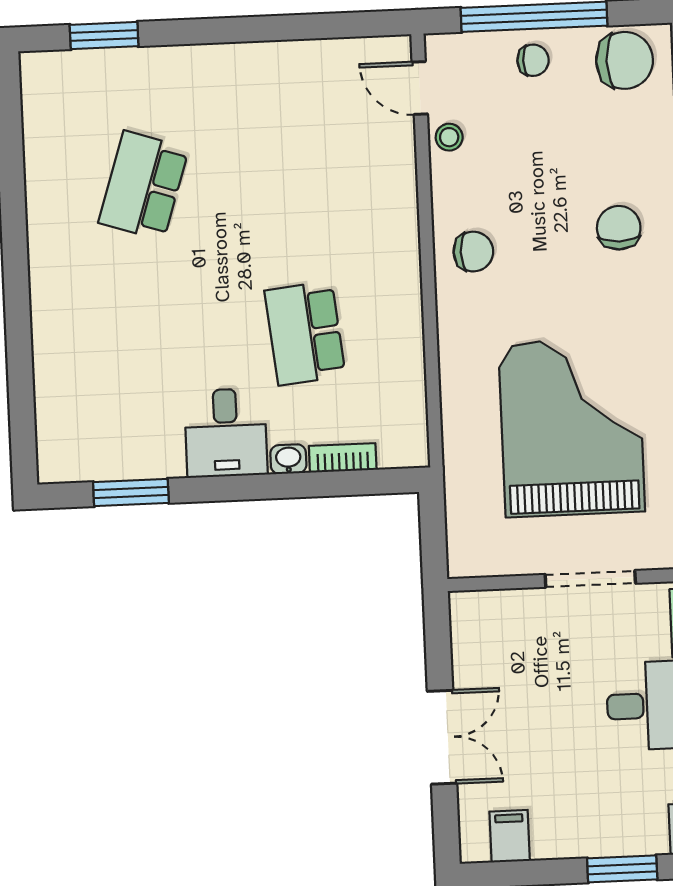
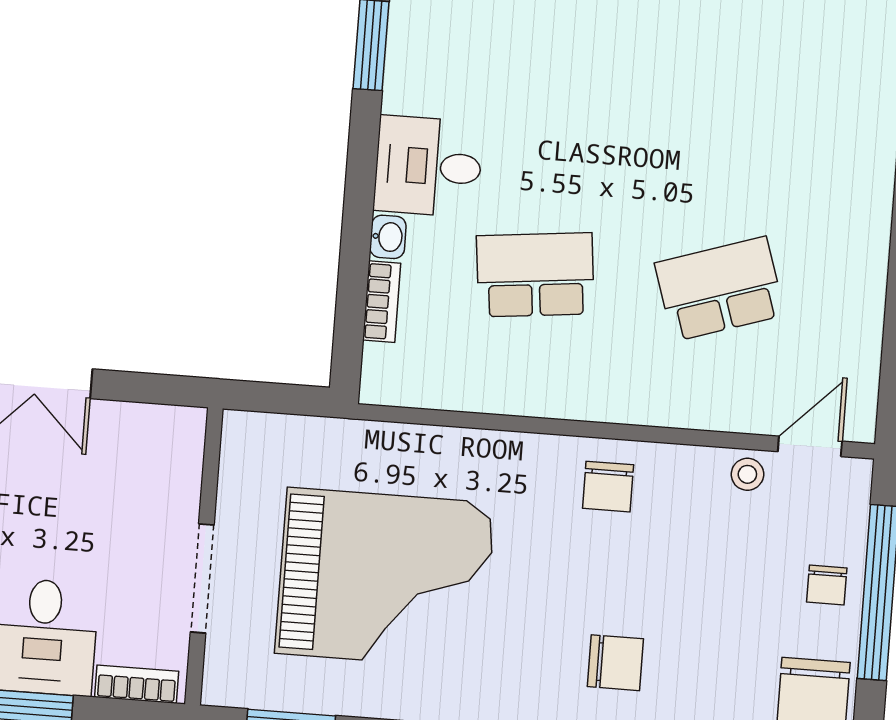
school desk: (144, 185) -> (720, 289), moved, turned -36

